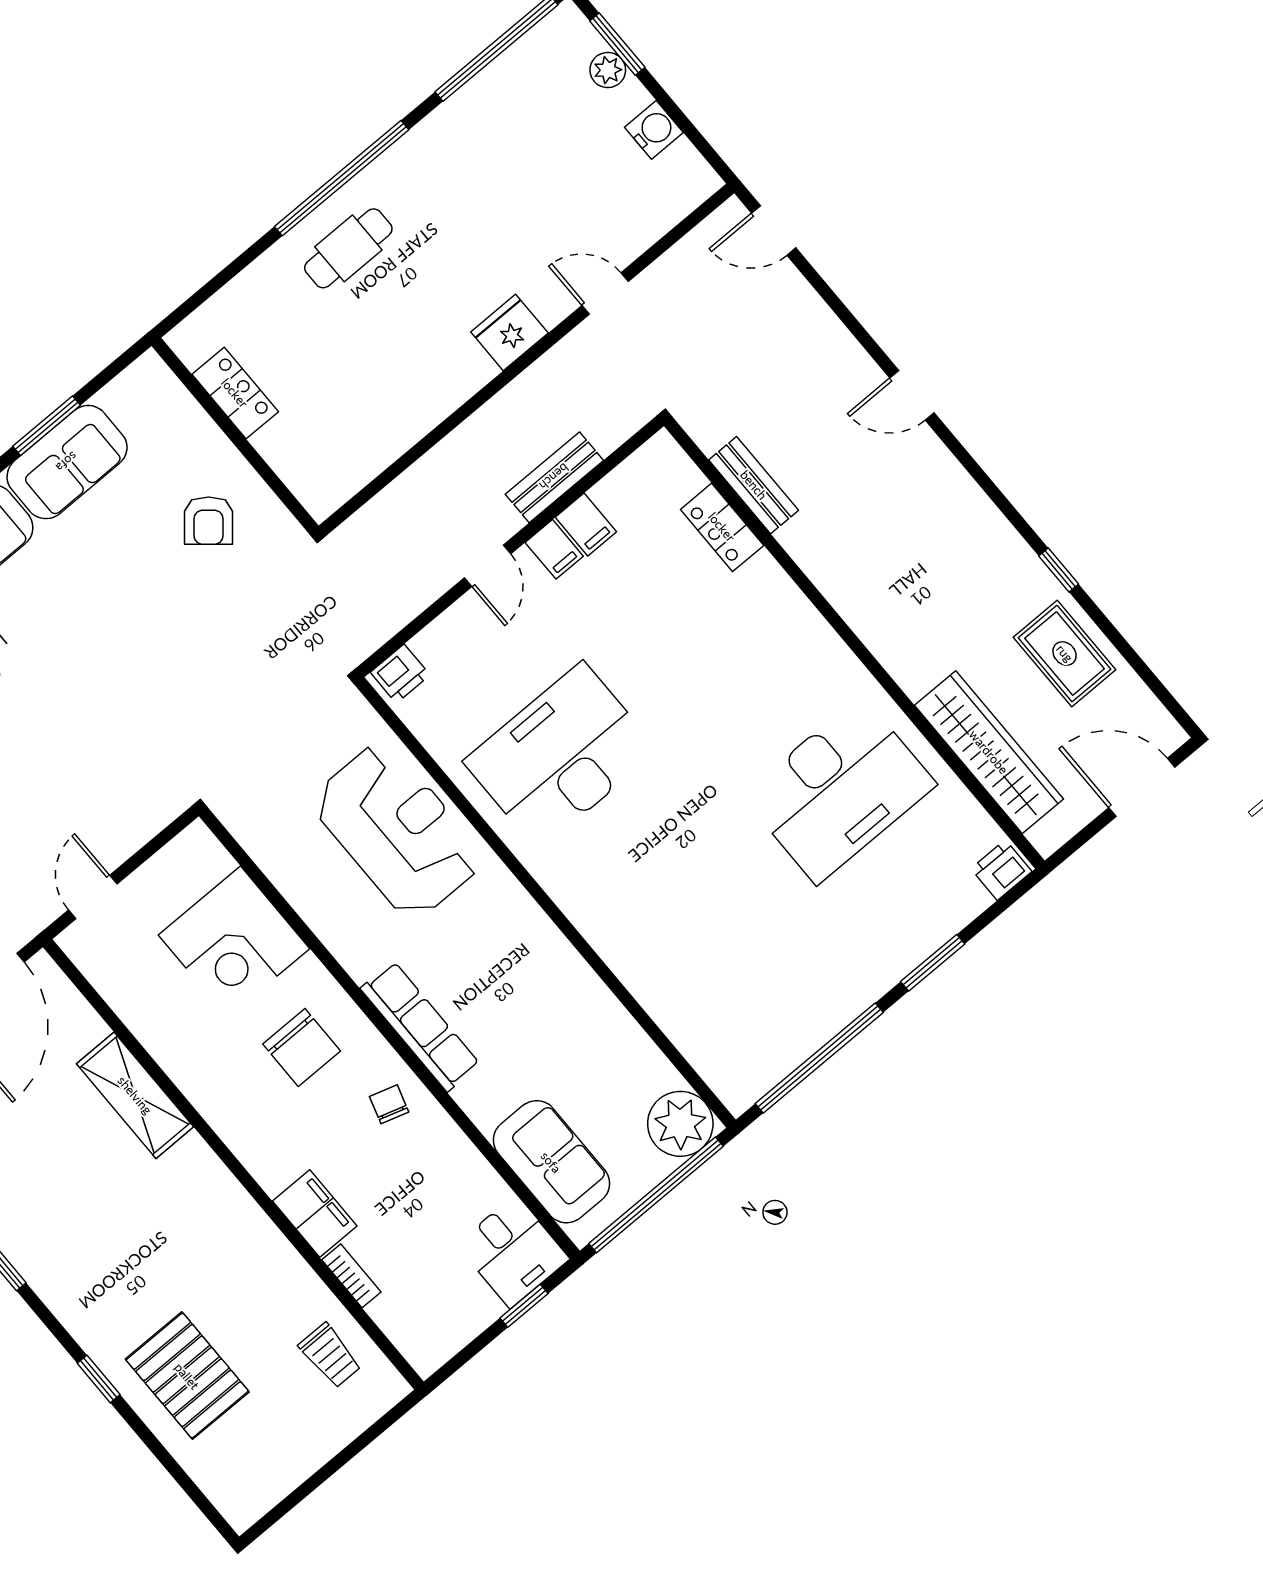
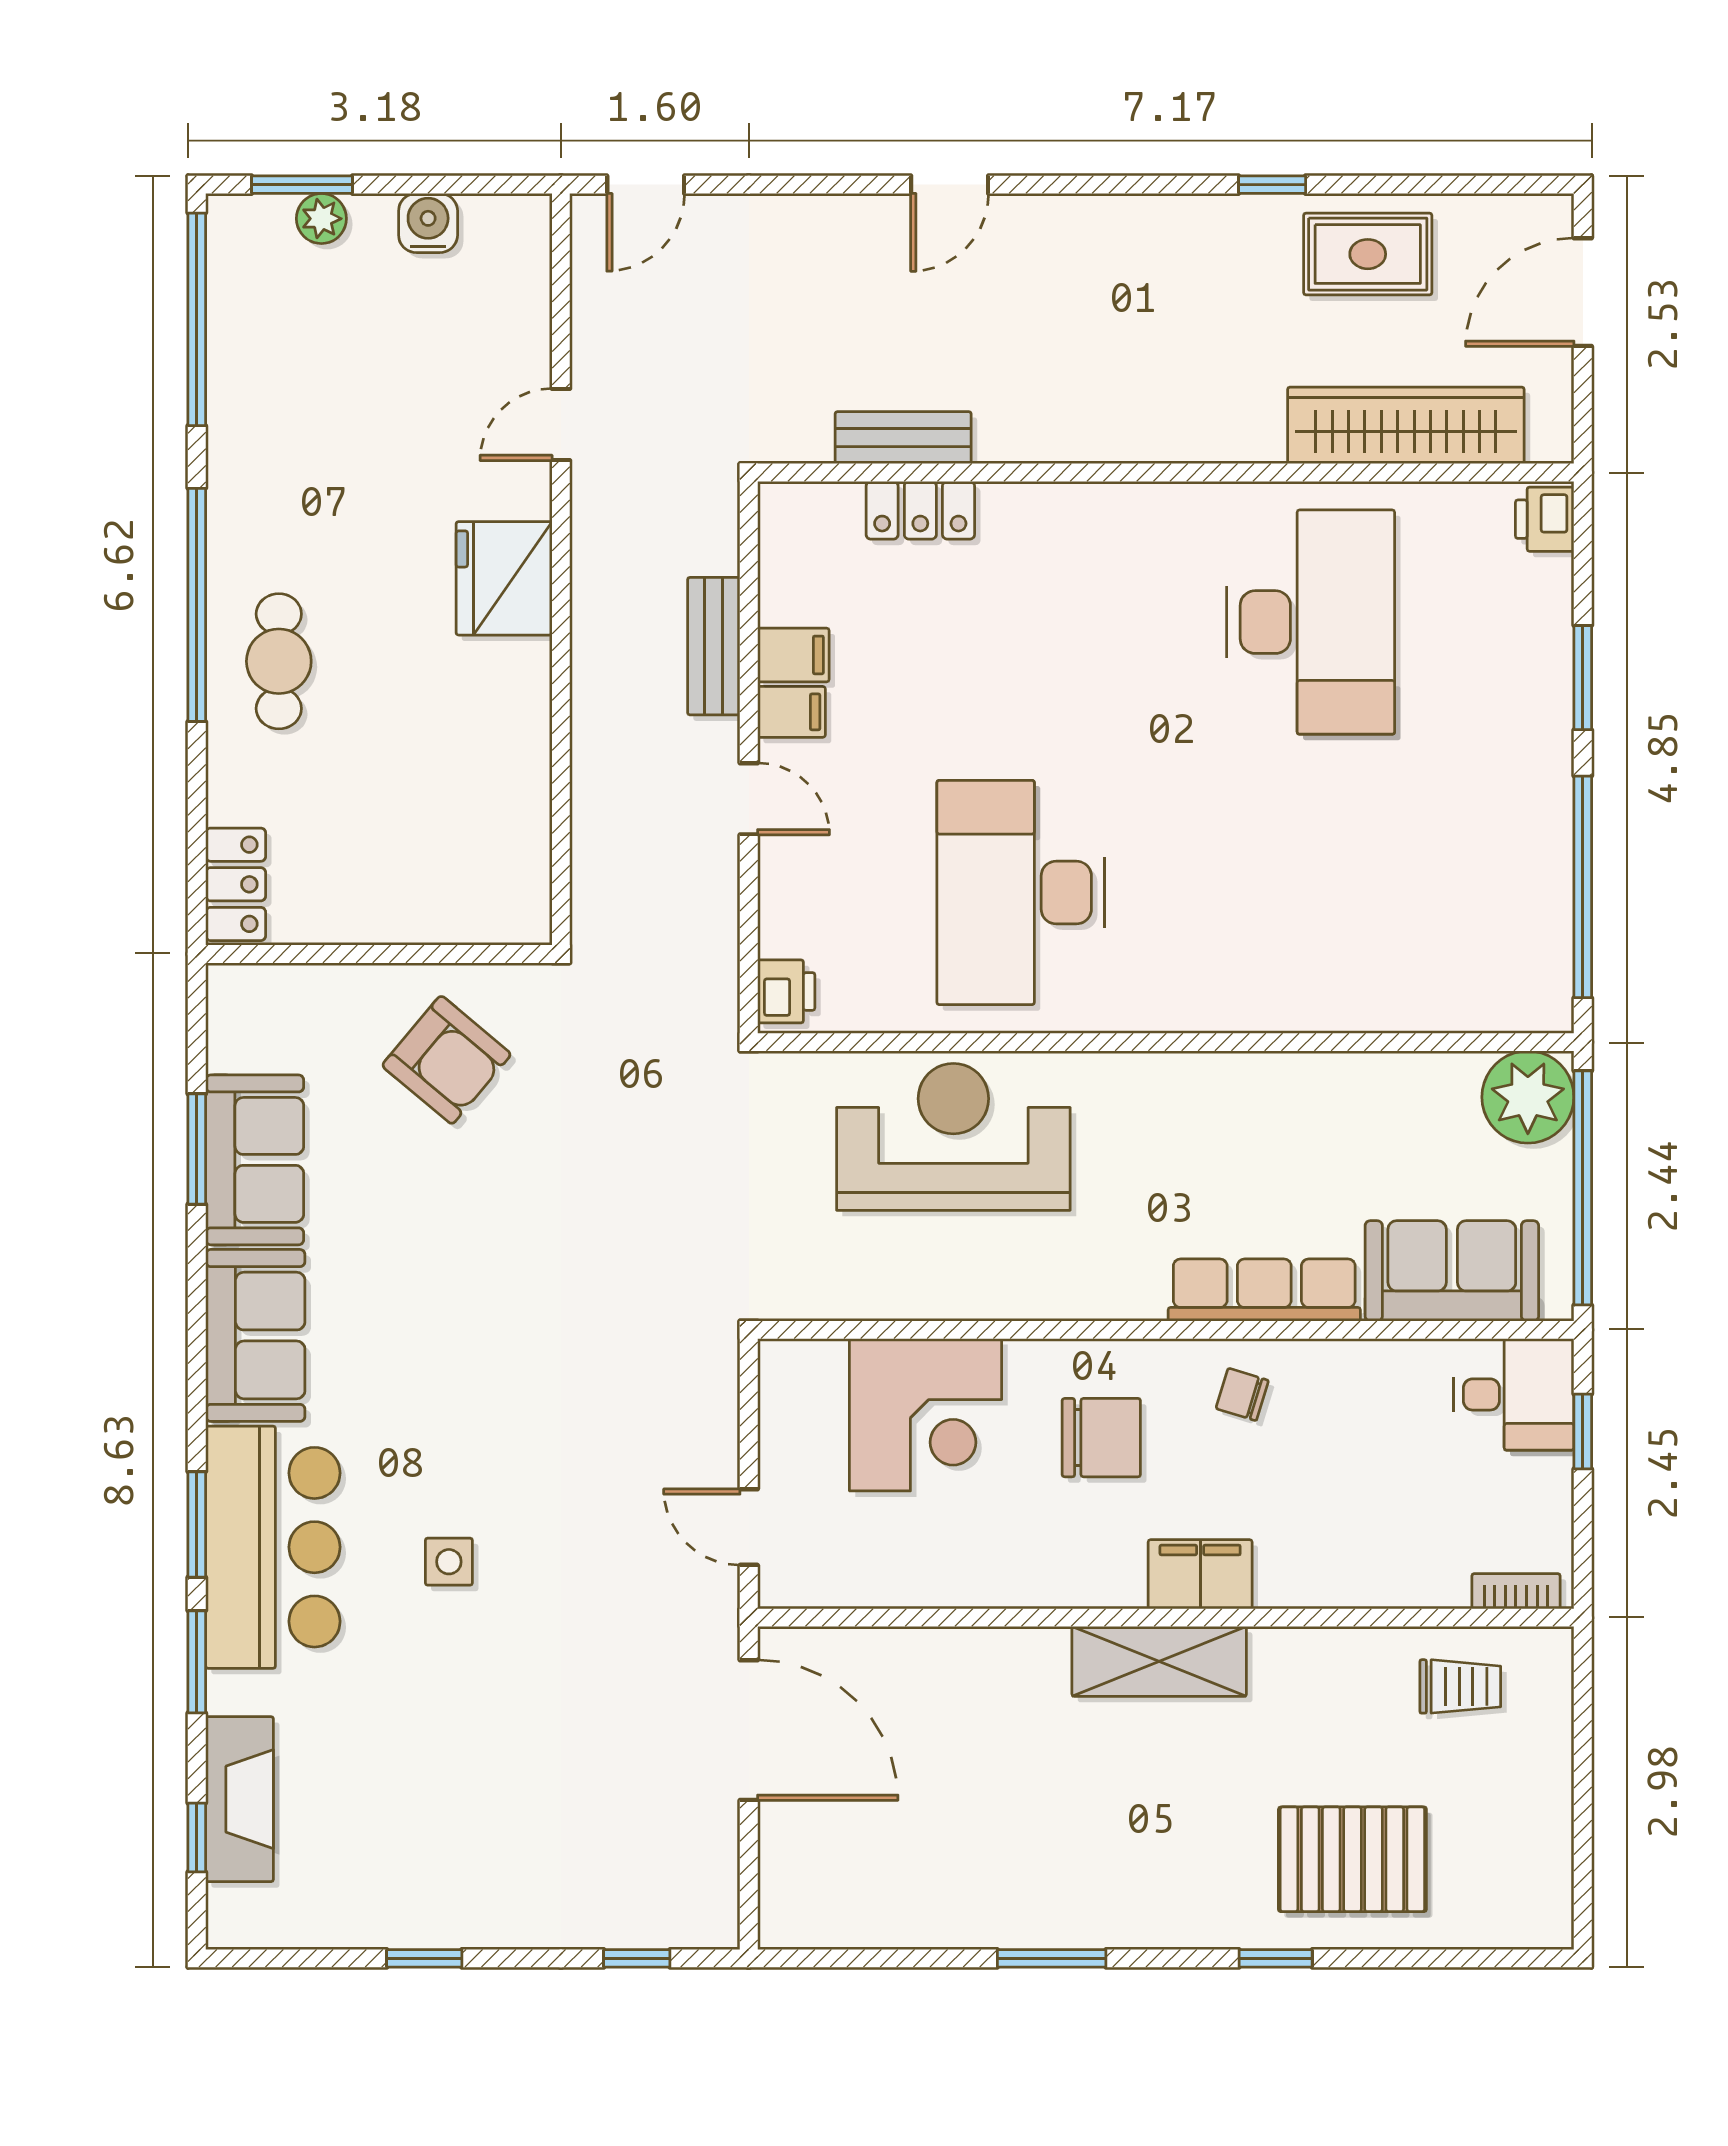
fridge: (509, 333) -> (504, 578), width x1.36, depth x1.34
locker: (235, 393) -> (236, 884), moved, turned 90
armchair: (209, 521) -> (446, 1060), width x1.38, depth x1.38
row of seats: (420, 1026) -> (1264, 1290), moved
shelving: (135, 1095) -> (1159, 1661), moved
filing cabinet: (315, 1214) -> (1200, 1574), moved
bookcase: (351, 1276) -> (1516, 1591), moved

